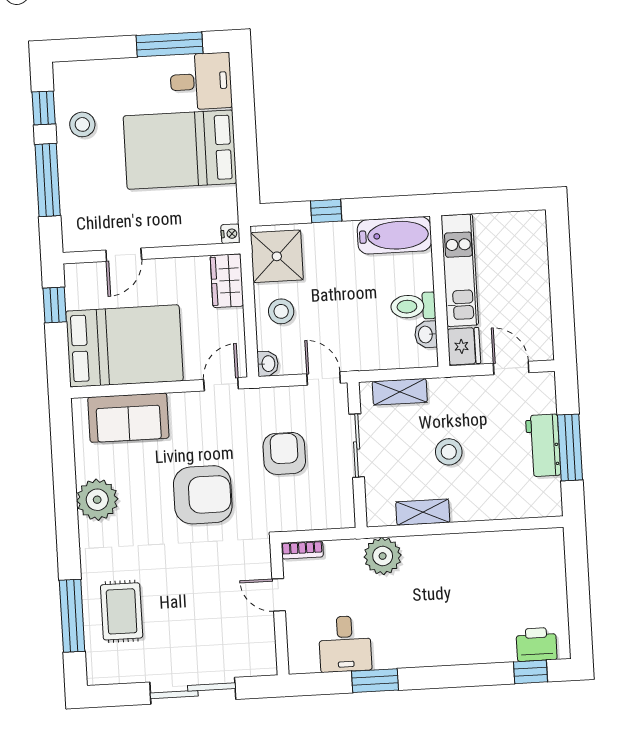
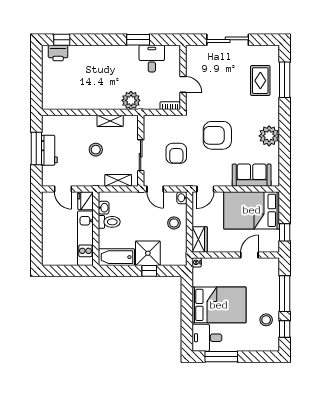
shower: (277, 256) -> (148, 253), moved

